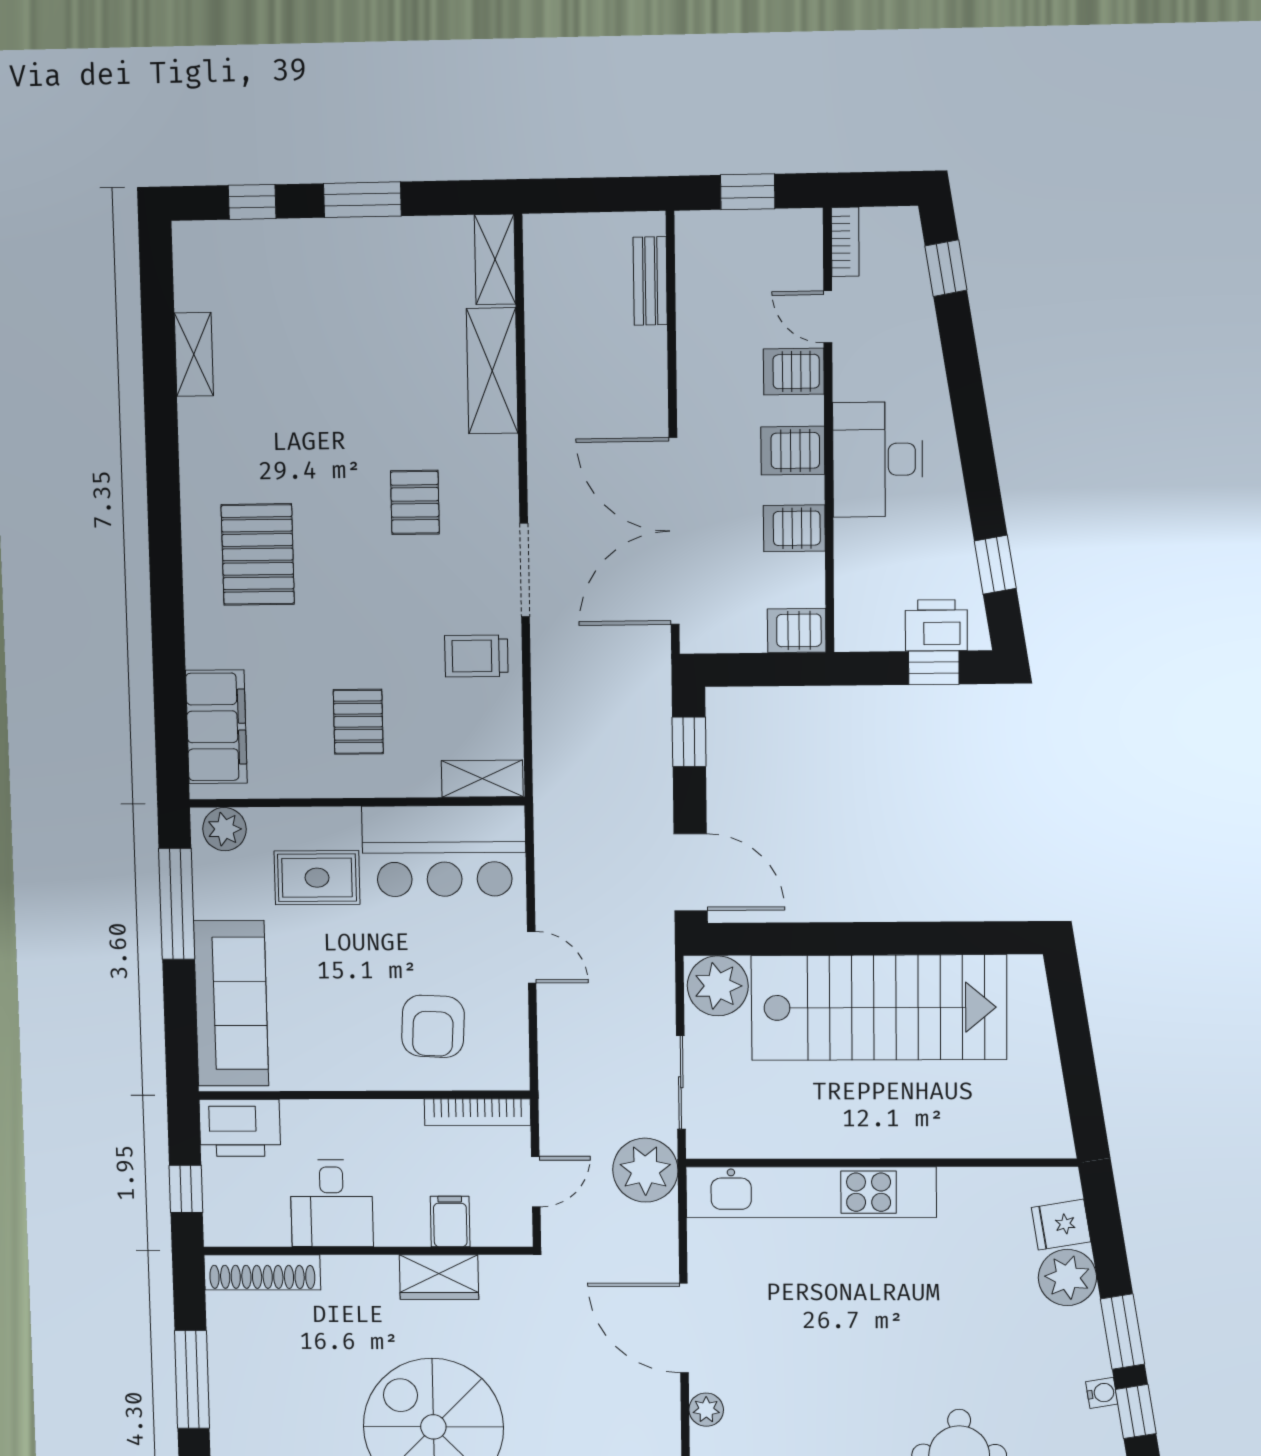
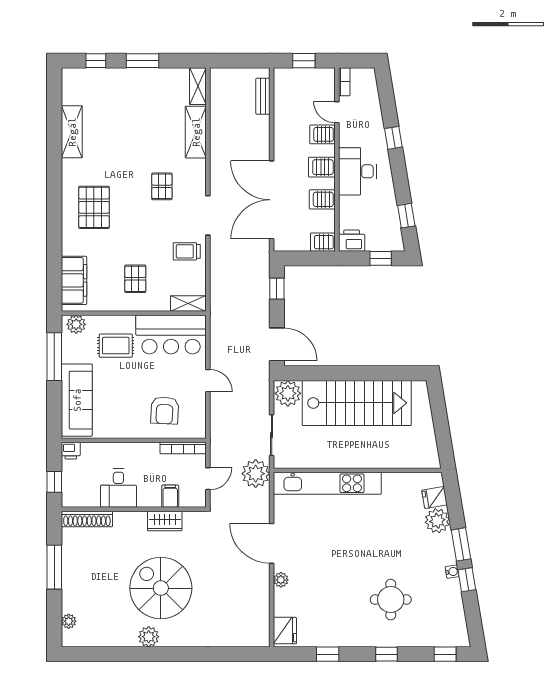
window: (946, 268) -> (393, 138), moved
shelving: (194, 354) -> (72, 132), width x1.50, depth x1.33
printer: (936, 625) -> (352, 241), moved
printer: (240, 1128) -> (71, 451), width x0.53, depth x0.68

